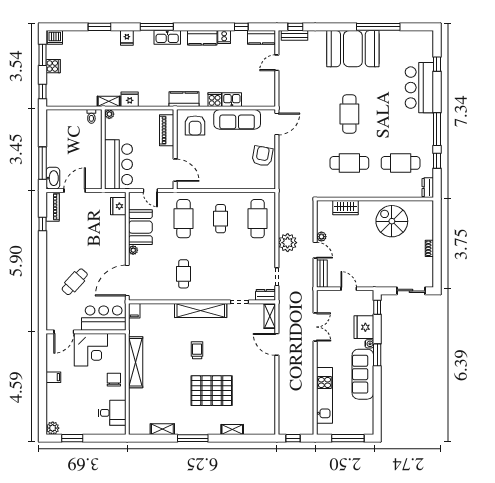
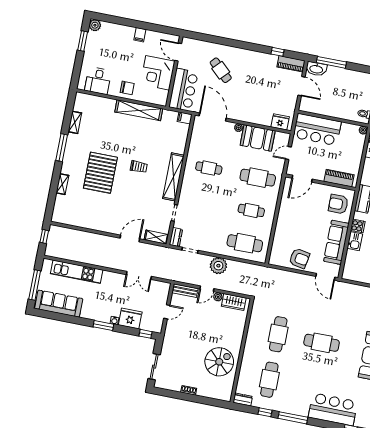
wardrobe: (345, 208) -> (234, 302), moved, turned -90
sofa: (363, 374) -> (59, 304), moved

